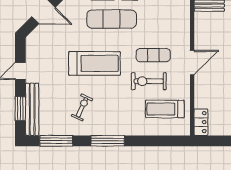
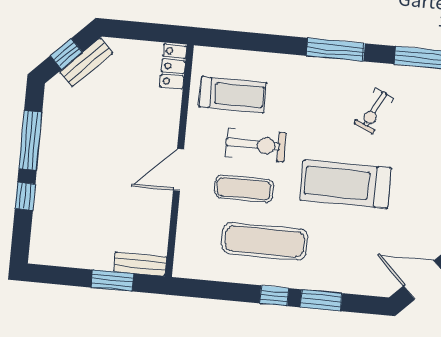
exercise mat: (112, 19) -> (265, 241), moved

